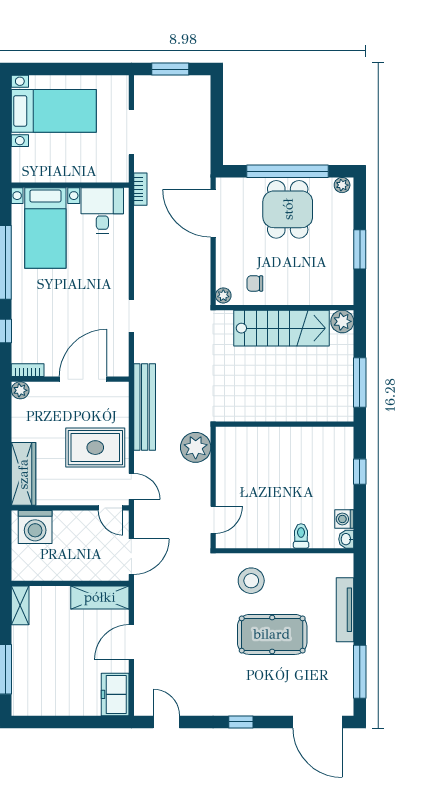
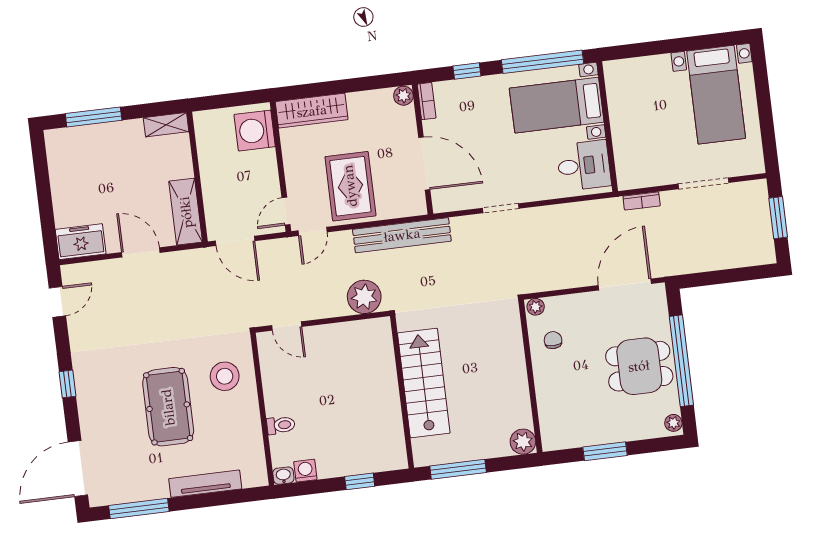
wall: (70, 185) -> (607, 127), moved
desk: (102, 210) -> (584, 165), moved
bed with nightstands: (45, 228) -> (557, 105), moved
stairs: (282, 328) -> (424, 383), moved, turned 180

